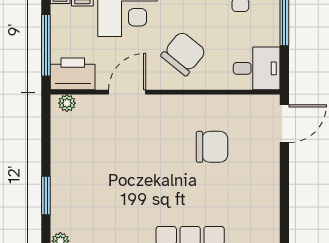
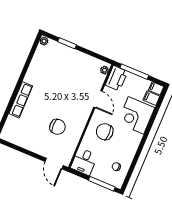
chair: (184, 53) -> (105, 132), turned 141
chair: (212, 147) -> (57, 127), turned -90

